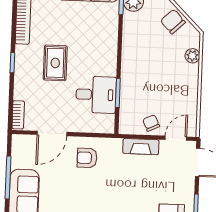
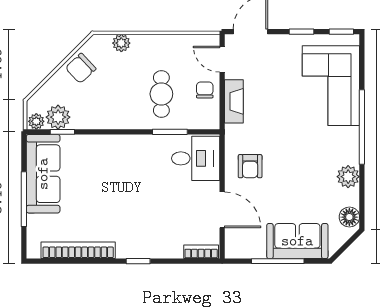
rug: (55, 63) -> (136, 209), removed
cafe table: (149, 87) -> (161, 94), added
desk: (96, 95) -> (196, 158), moved, turned 90
chair: (151, 123) -> (205, 90), turned 115

